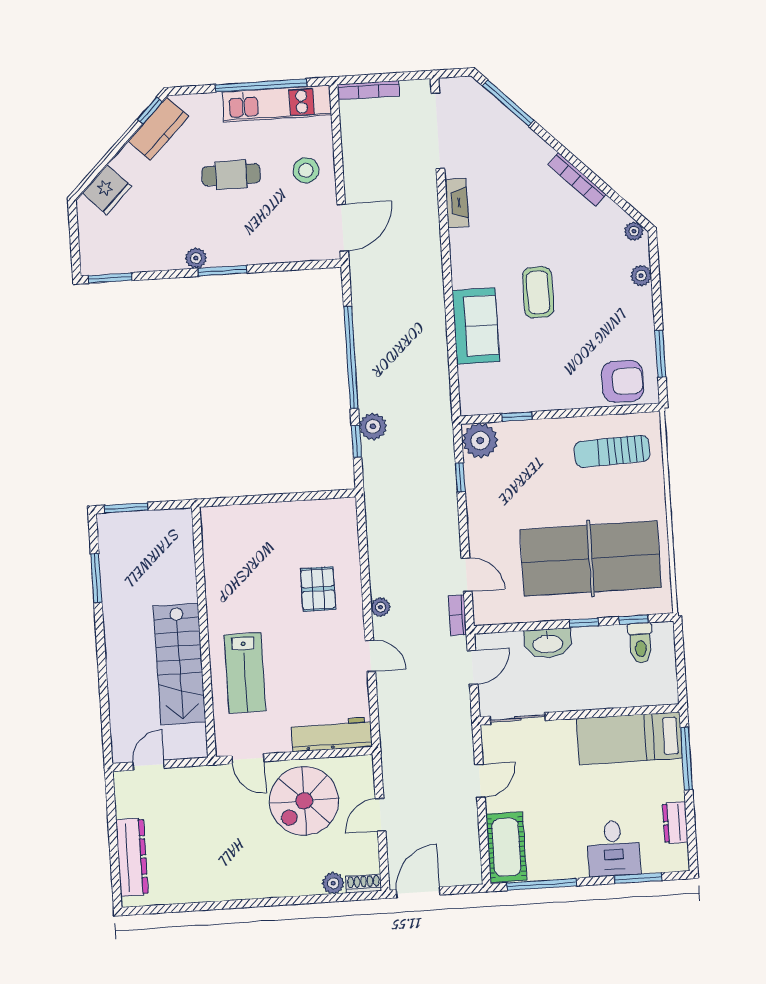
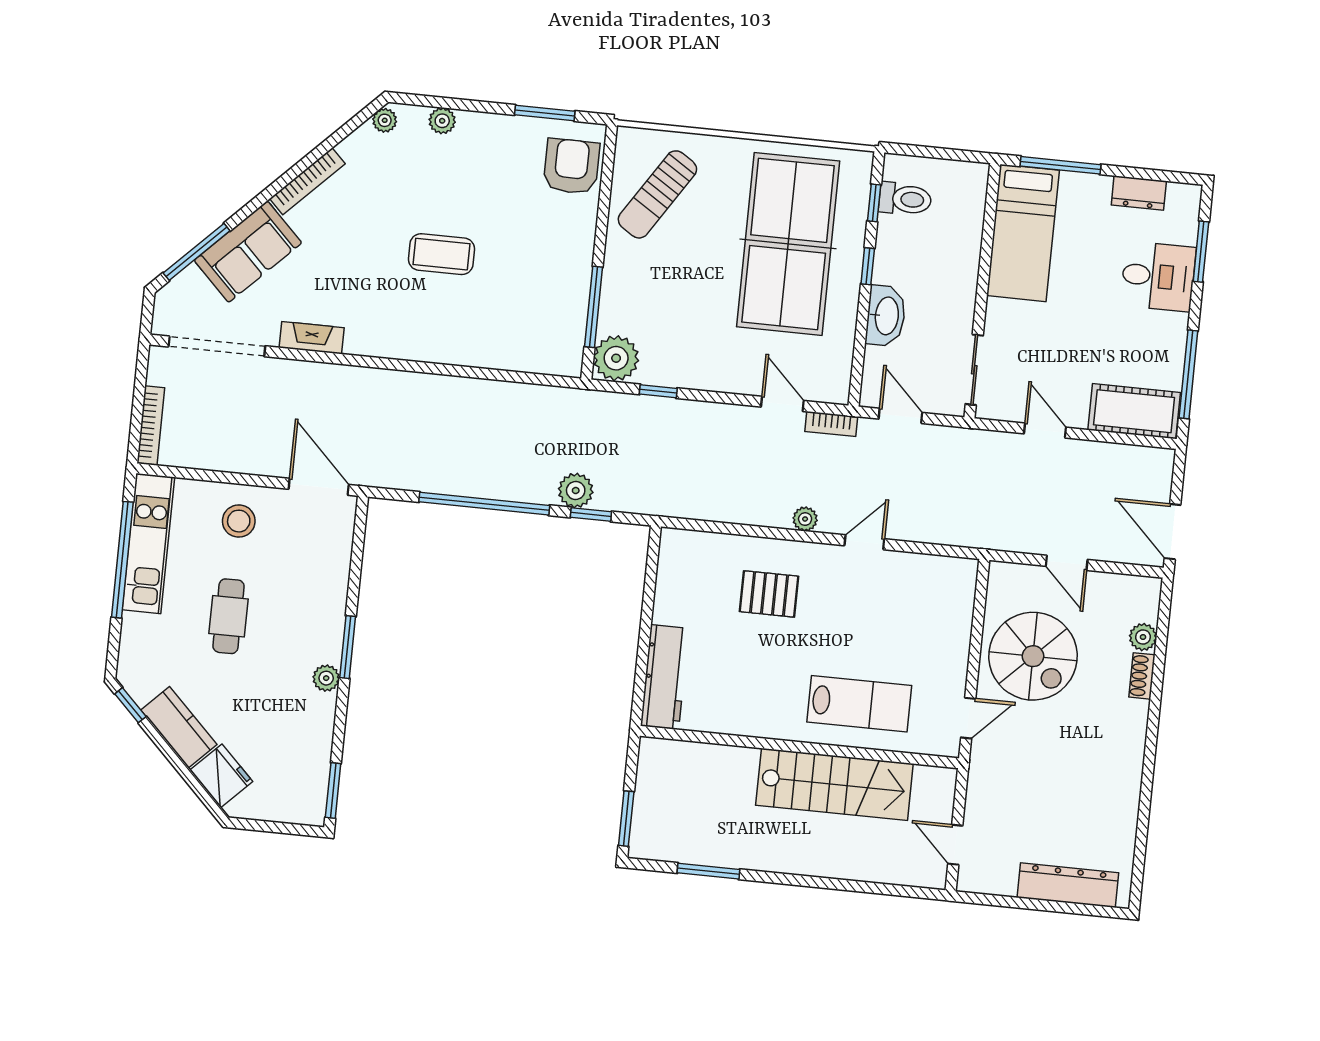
kitchen counter: (158, 129) -> (179, 727), moved
sofa: (476, 326) -> (248, 252), moved, turned 135
window: (517, 417) -> (594, 307), width x2.17
sun lounger: (612, 451) -> (657, 194), turned 35
door: (467, 575) -> (782, 404), hinge flipped
workbench: (332, 735) -> (665, 677), moved, turned 180
shoe rack: (364, 884) -> (1142, 676), moved

